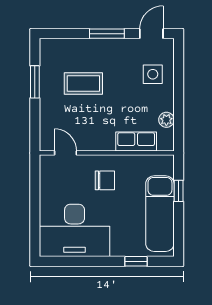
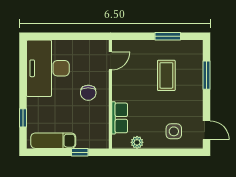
window: (107, 34) -> (206, 75), moved
exam couch: (160, 214) -> (53, 141), width x0.73, depth x0.69

